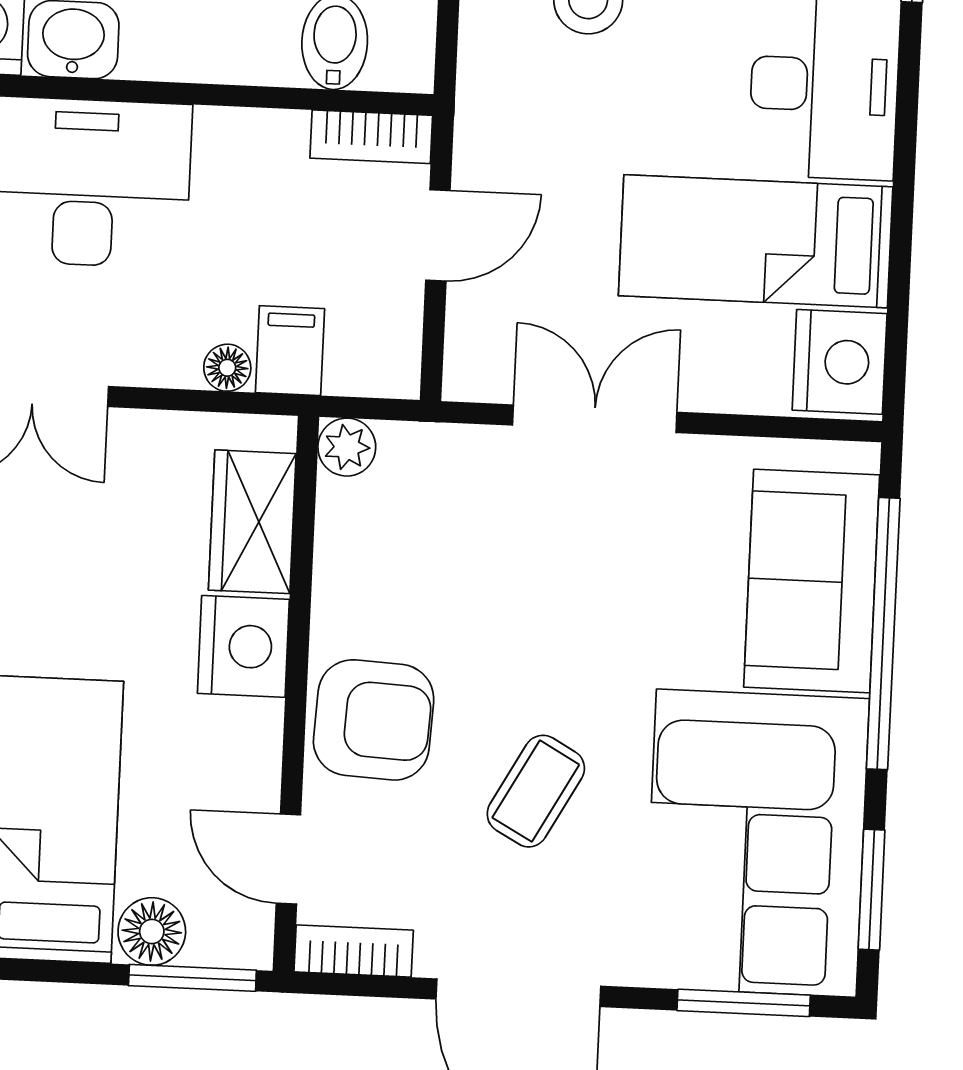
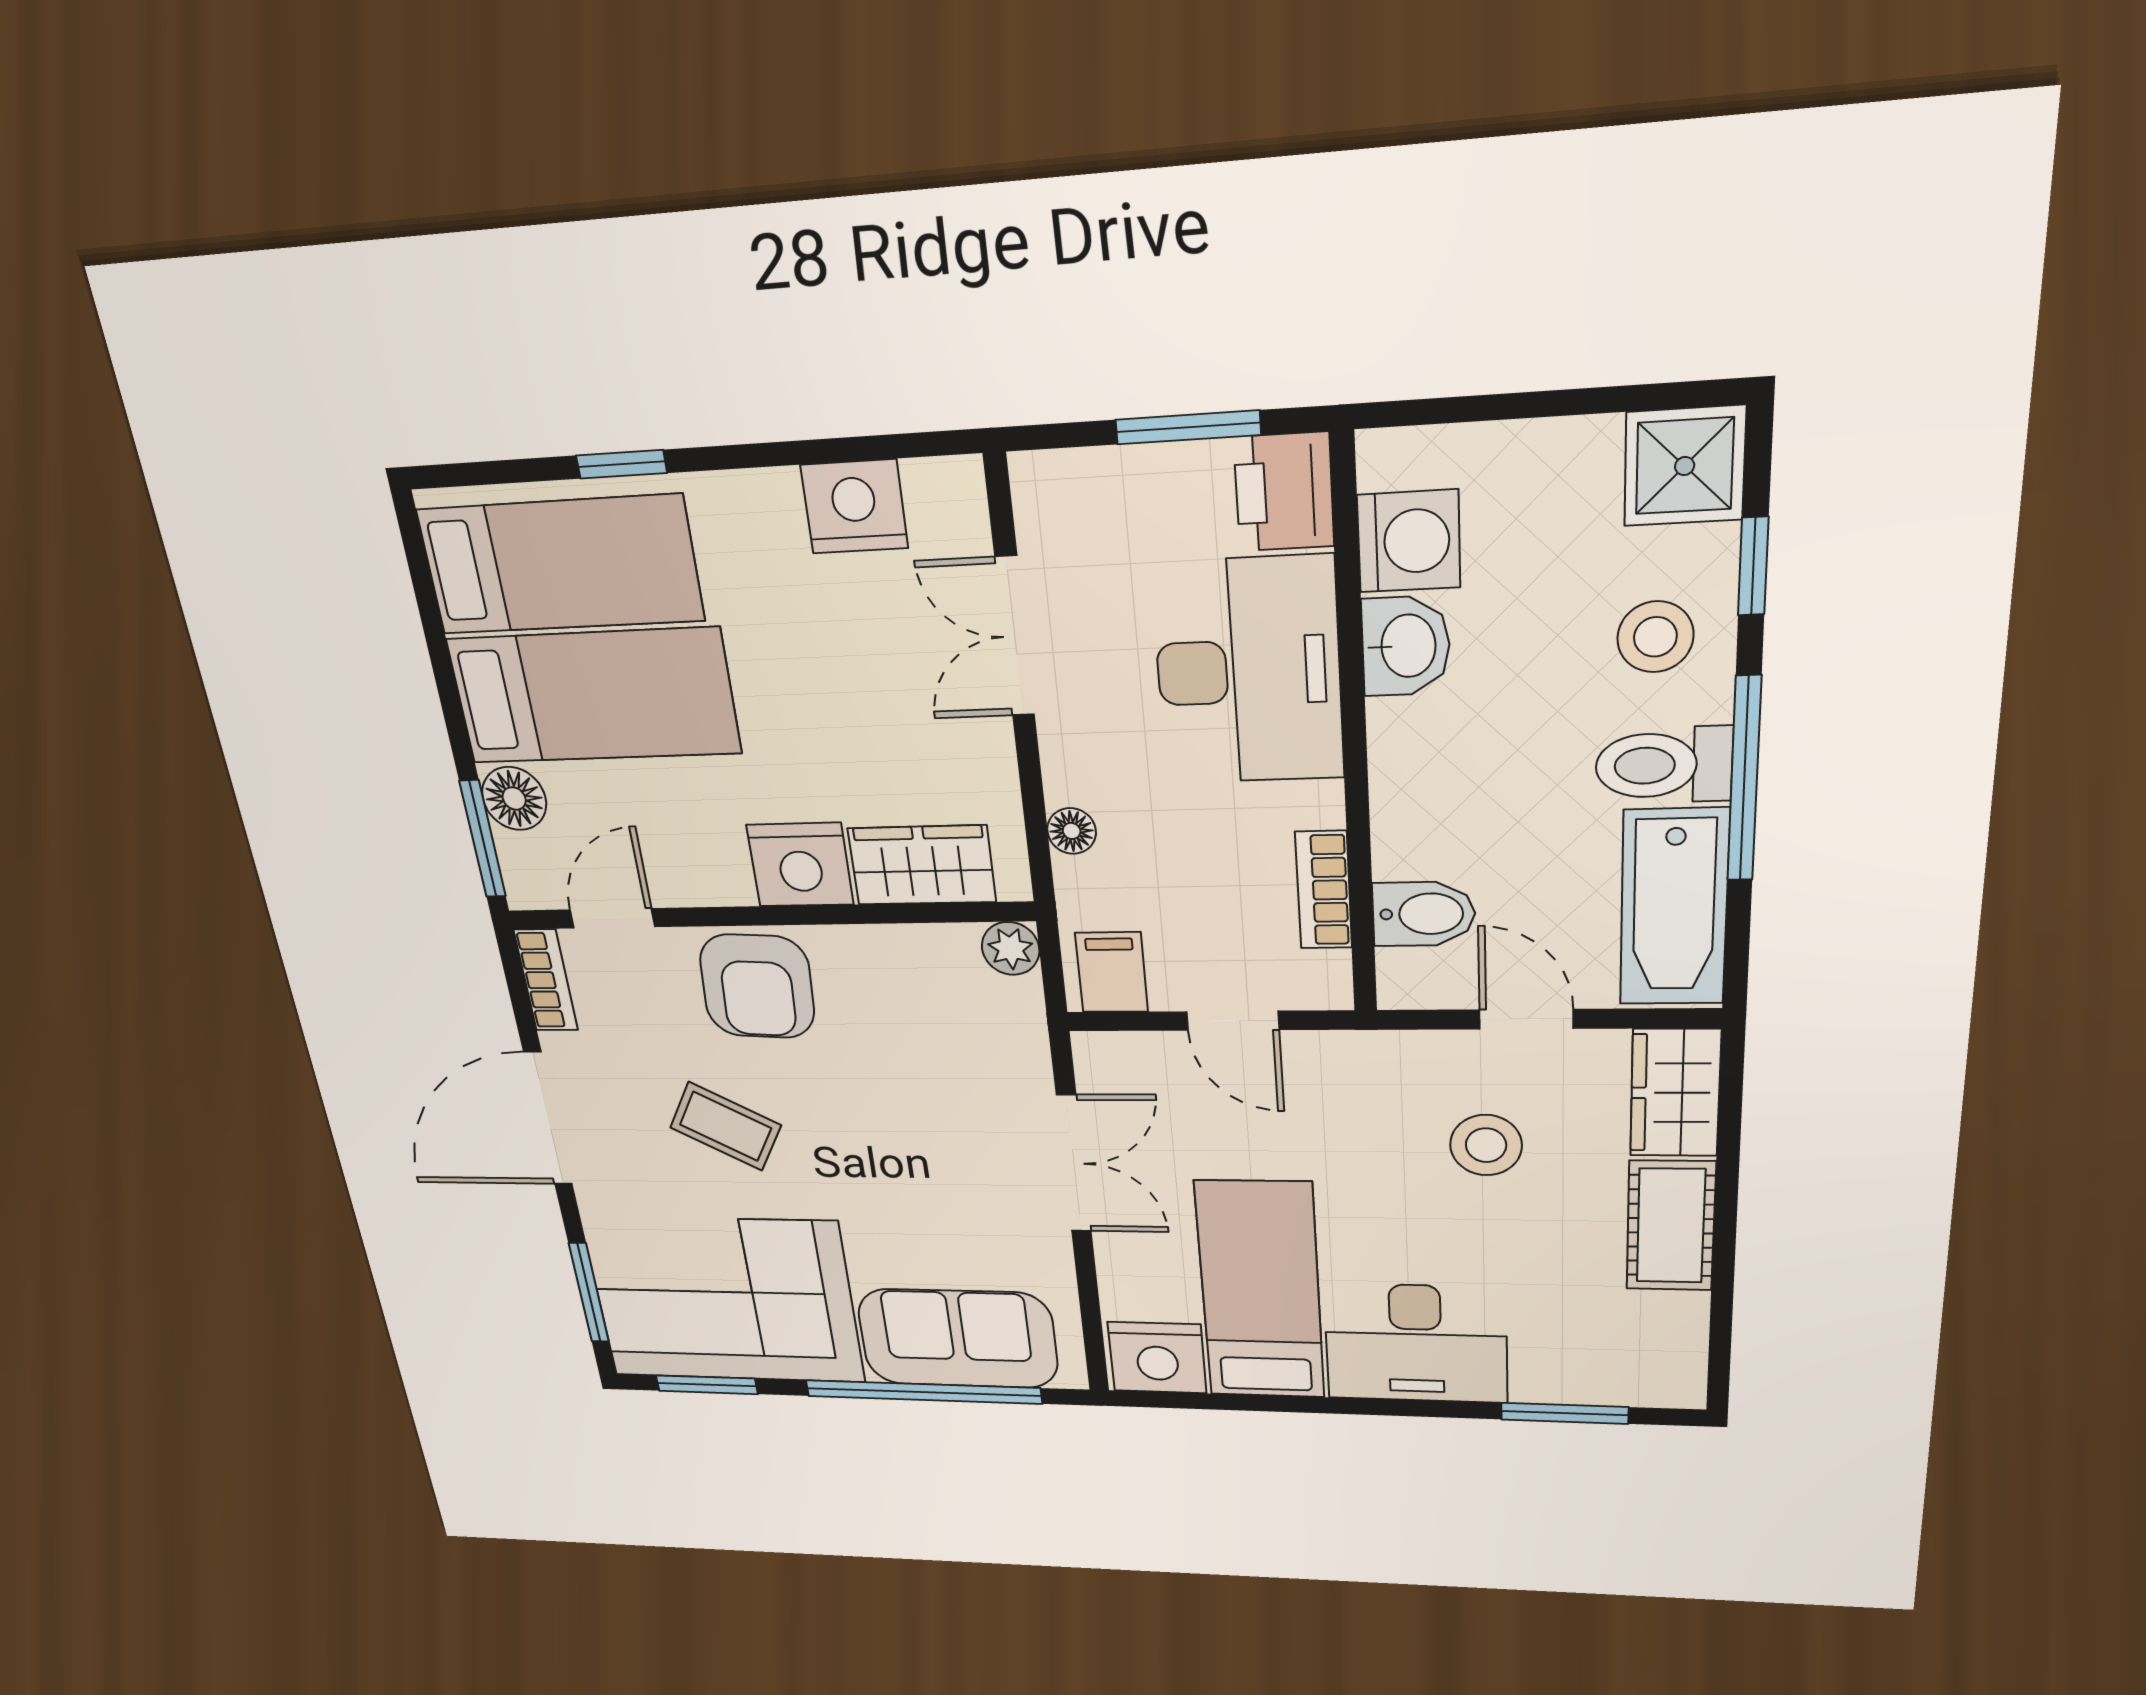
bookcase: (371, 137) -> (1324, 890), moved
filing cabinet: (290, 351) -> (1112, 972), moved, turned -90

